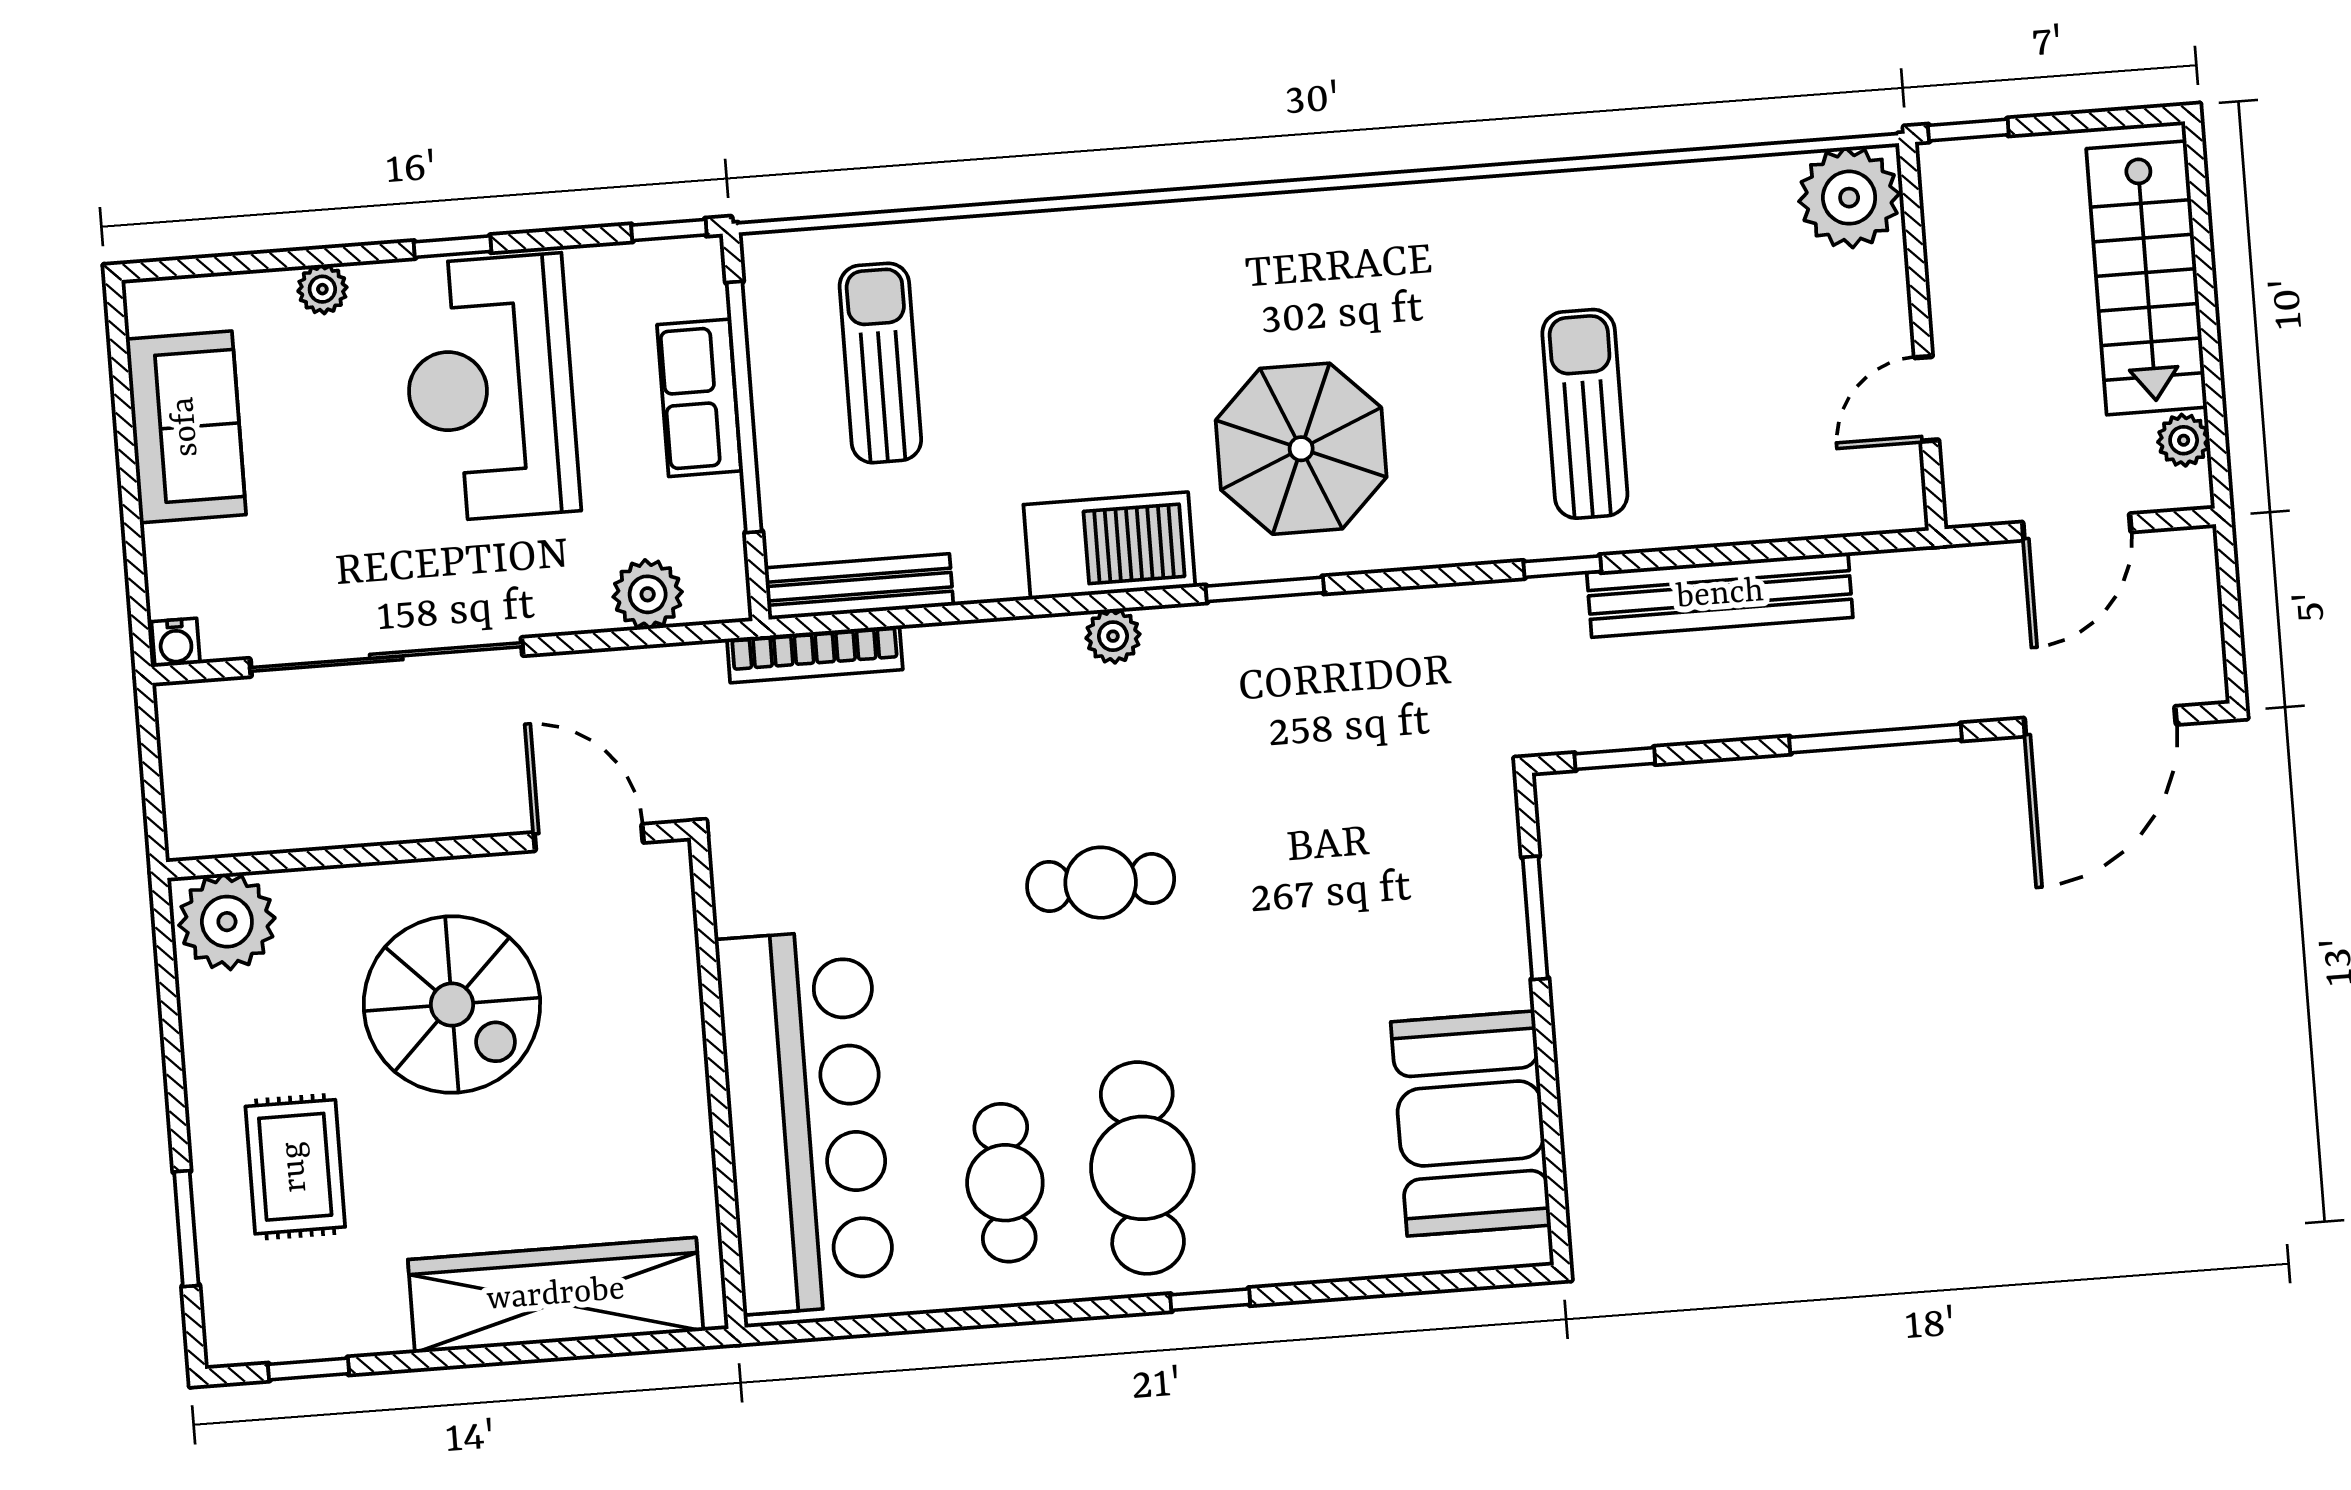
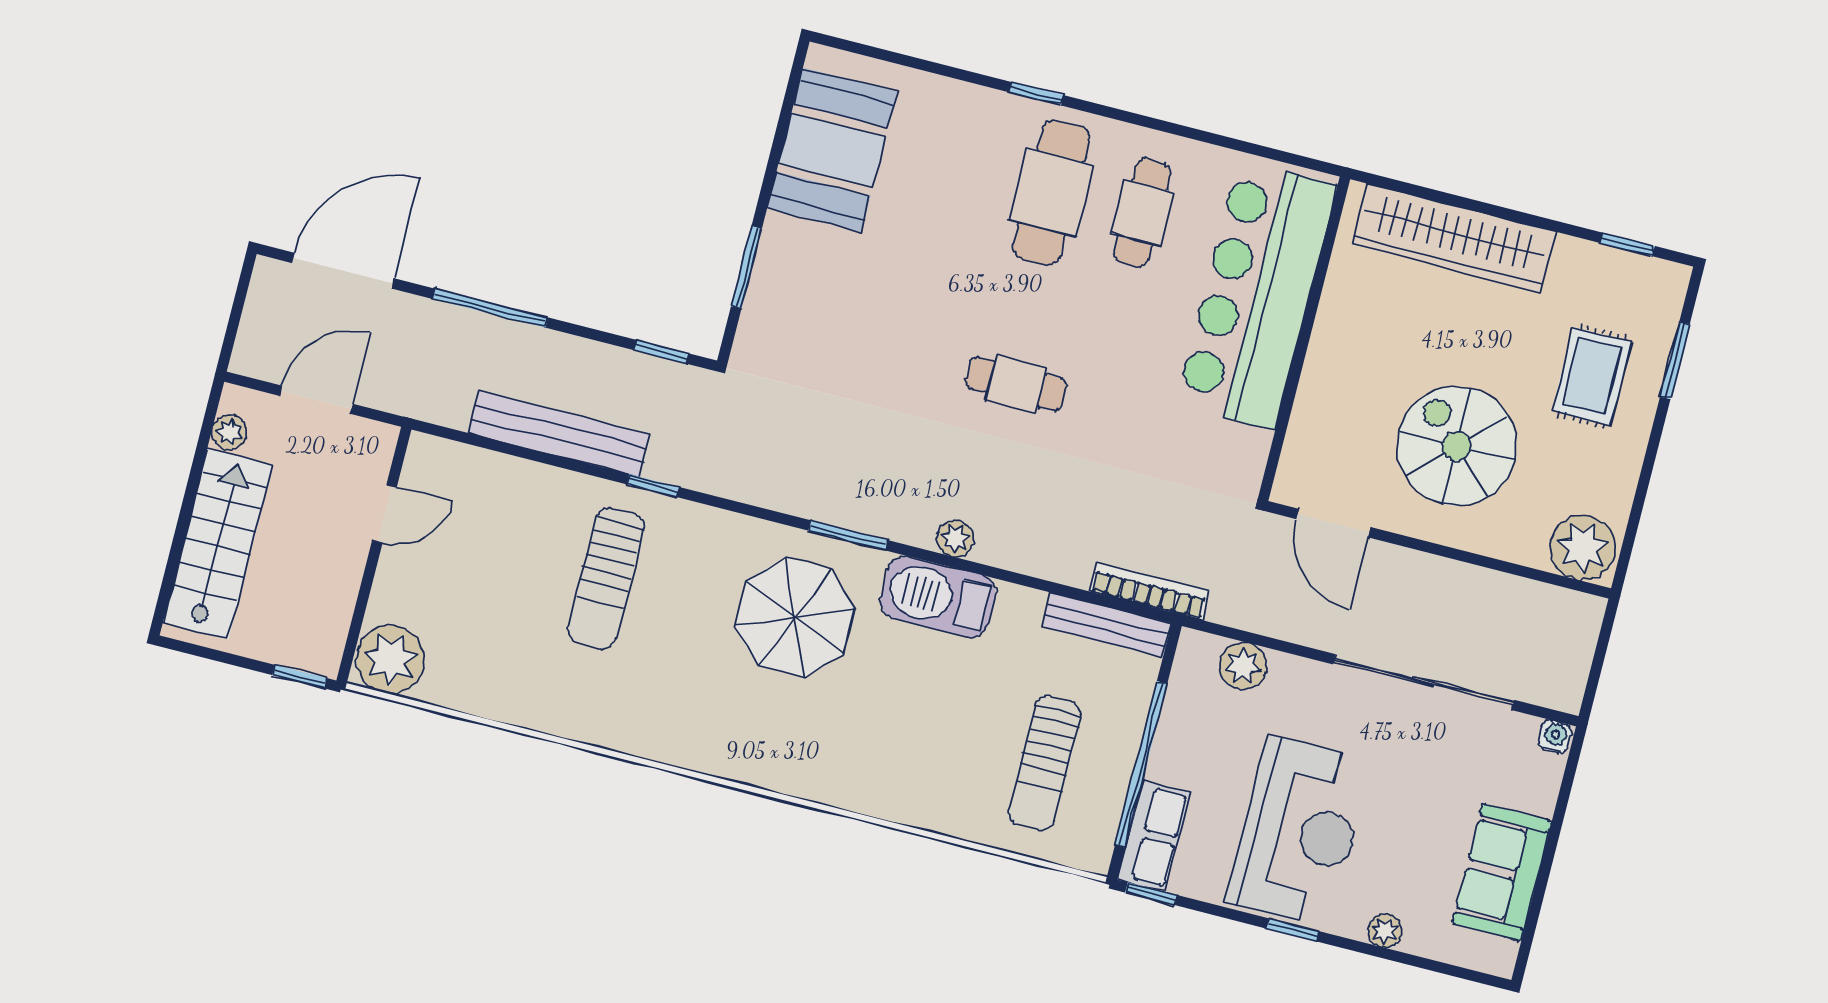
row of seats: (699, 398) -> (1154, 836), moved

